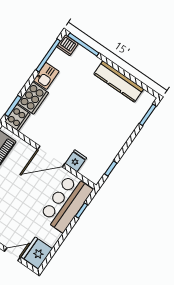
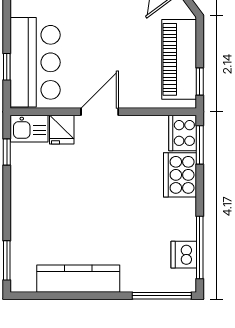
dishwasher: (67, 45) -> (184, 255), moved, turned -90
kitchen sink: (46, 76) -> (29, 129), moved, turned -90
door: (51, 157) -> (100, 112), width x0.73

